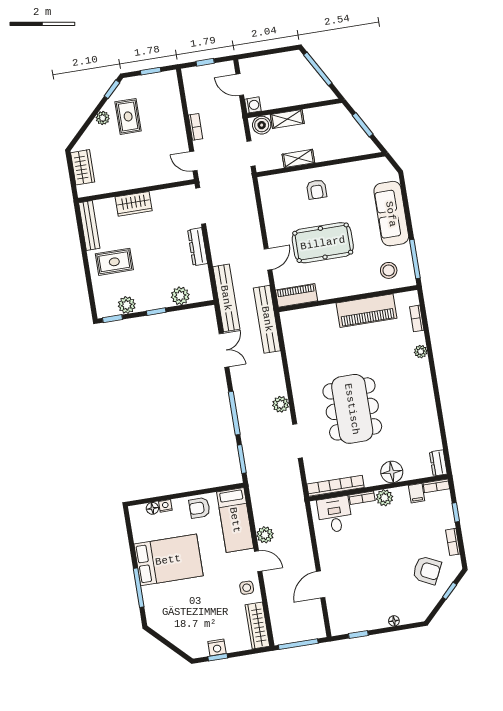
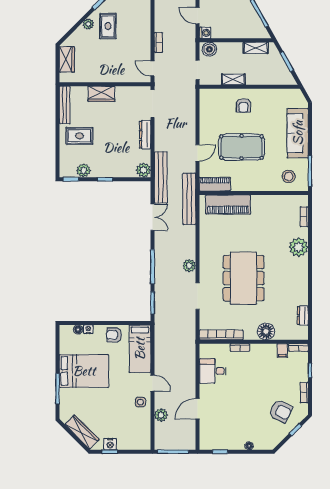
shelving: (287, 119) -> (256, 48), moved
plant: (180, 296) -> (143, 170), moved
piano: (366, 311) -> (228, 205), moved
plant: (421, 352) -> (299, 247), width x1.88, depth x1.88
dresser: (438, 463) -> (303, 316), moved
plant: (384, 498) -> (257, 350), removed
desk: (335, 515) -> (213, 371), moved, turned -90
plant: (265, 535) -> (161, 415), moved
wardrobe: (257, 626) -> (82, 432), moved, turned 135

